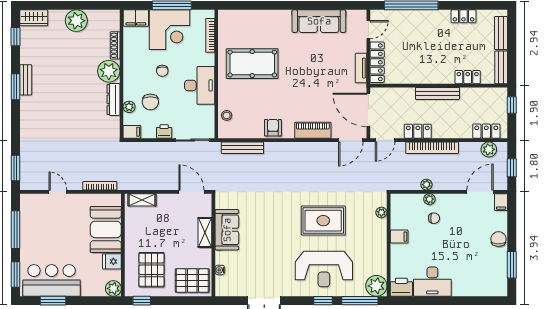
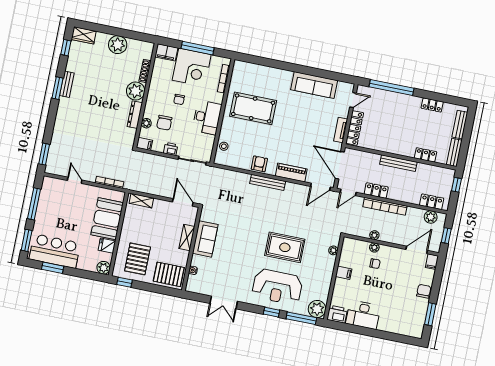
bench: (242, 148) -> (268, 182), moved

